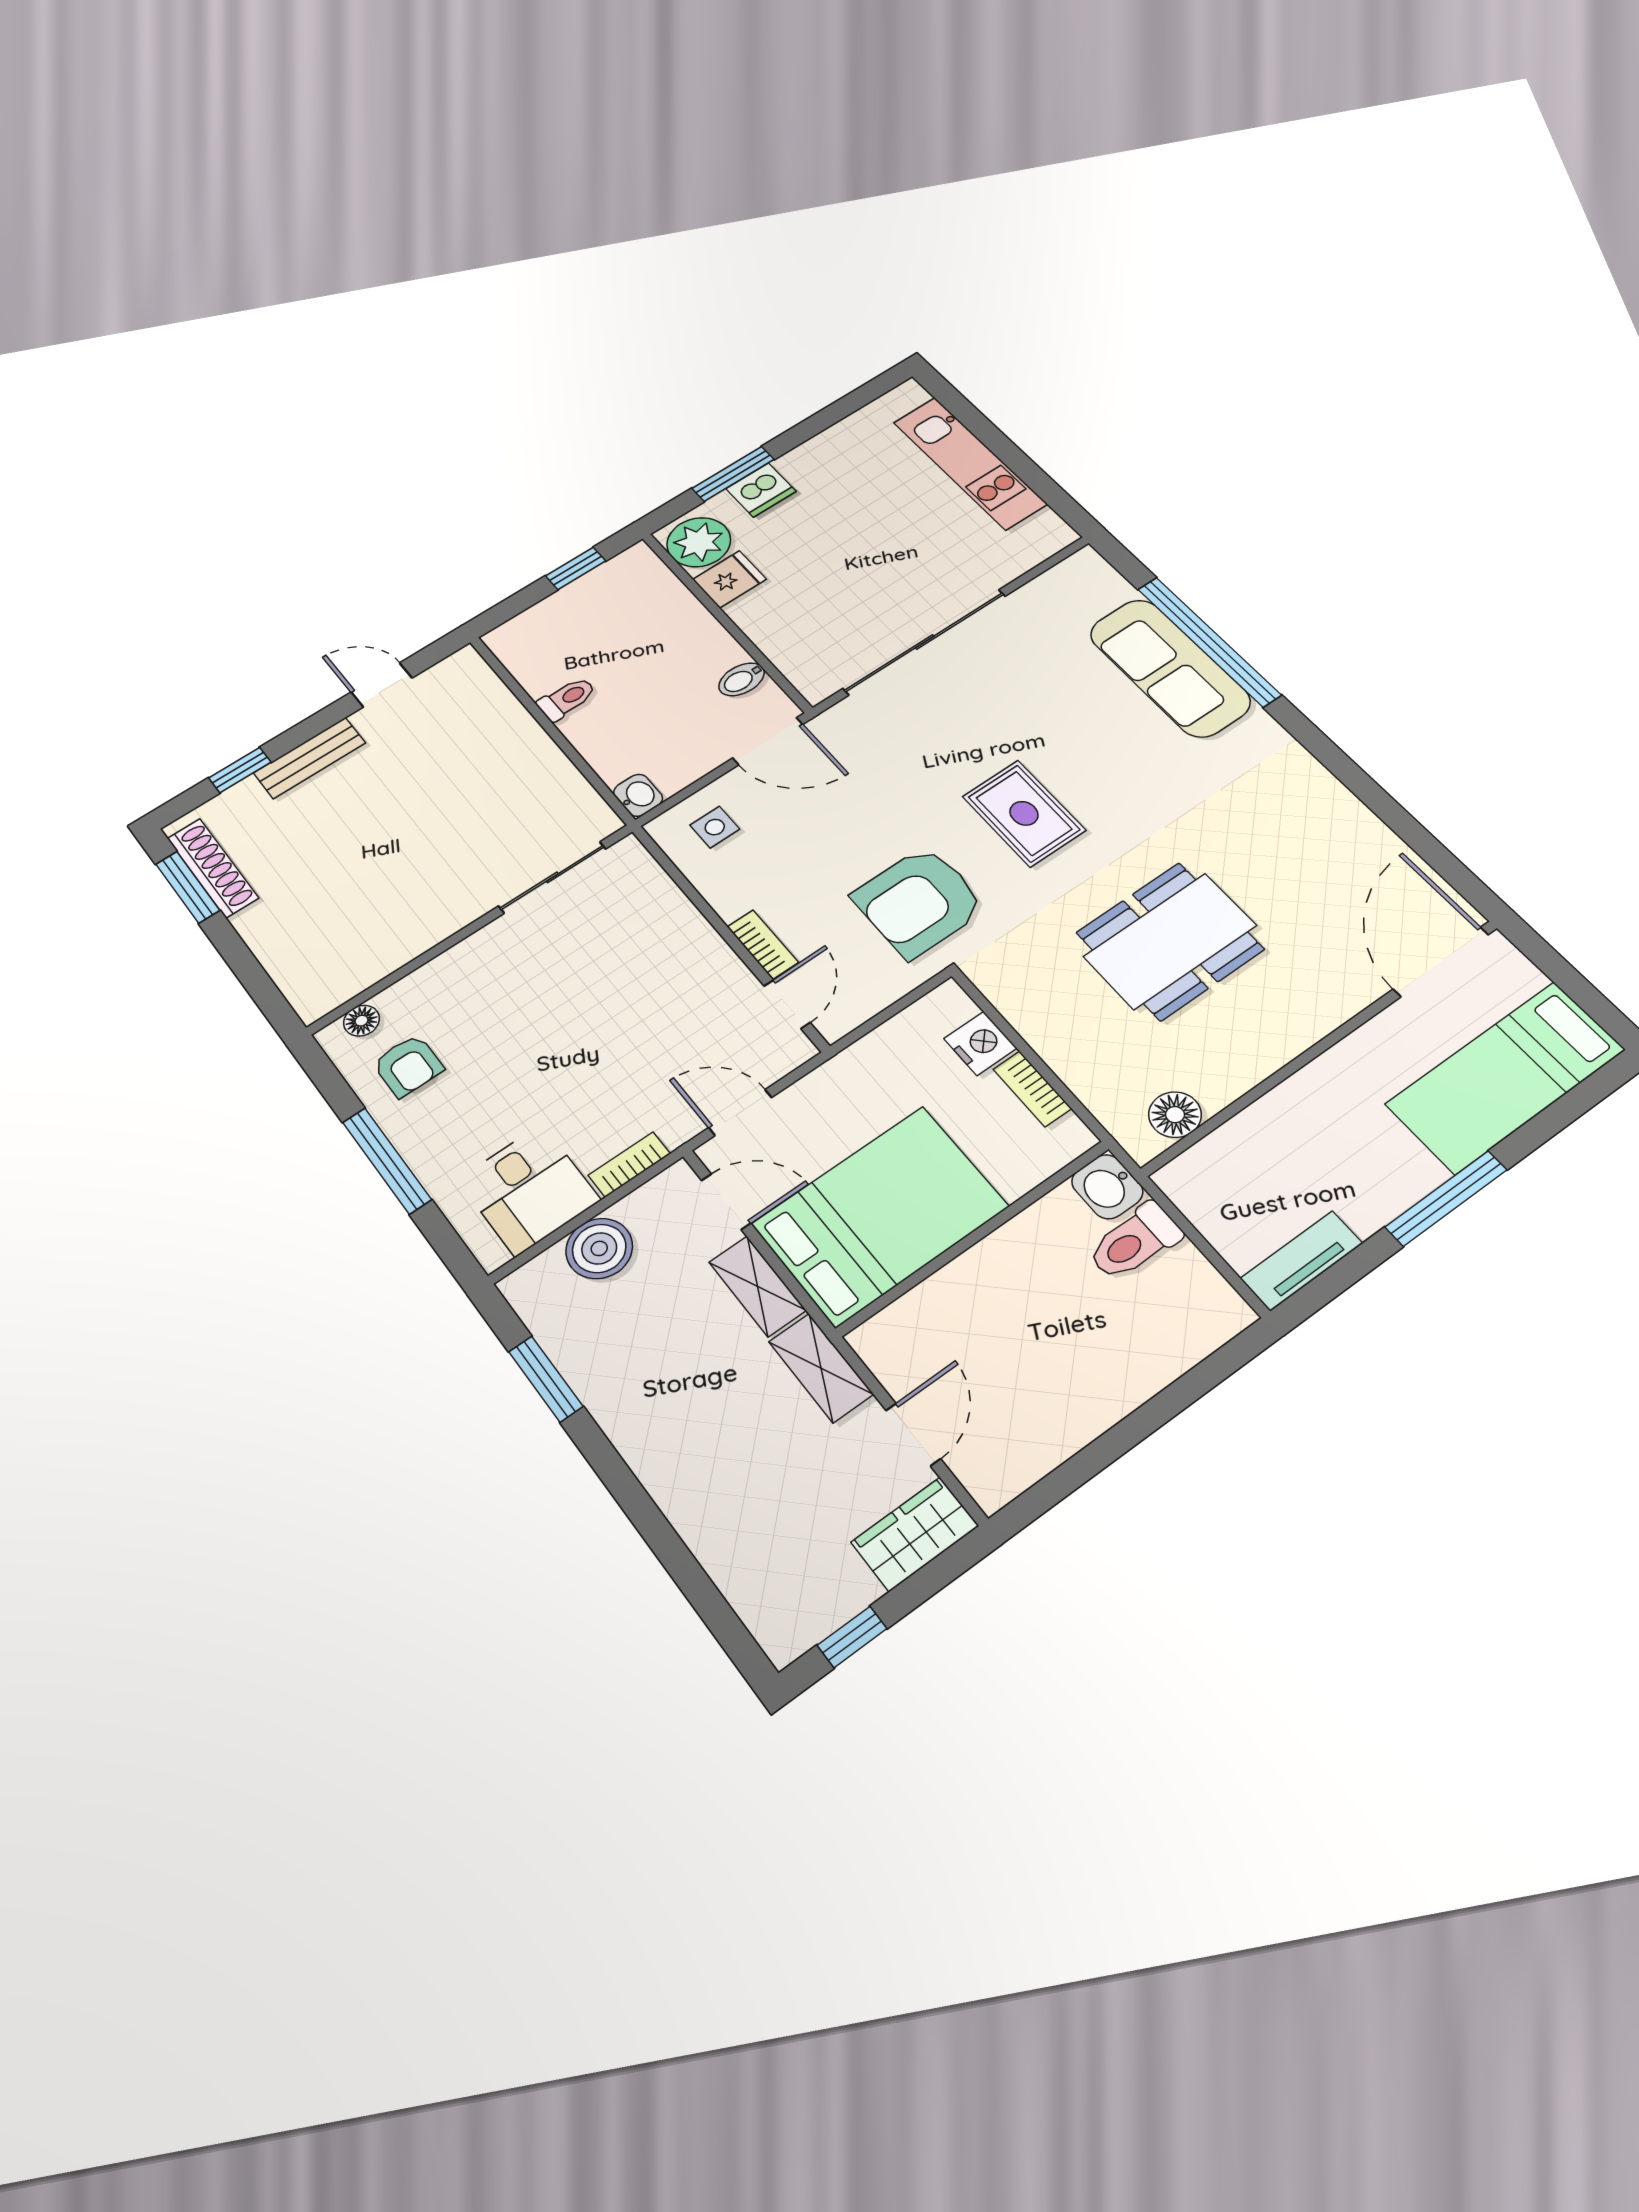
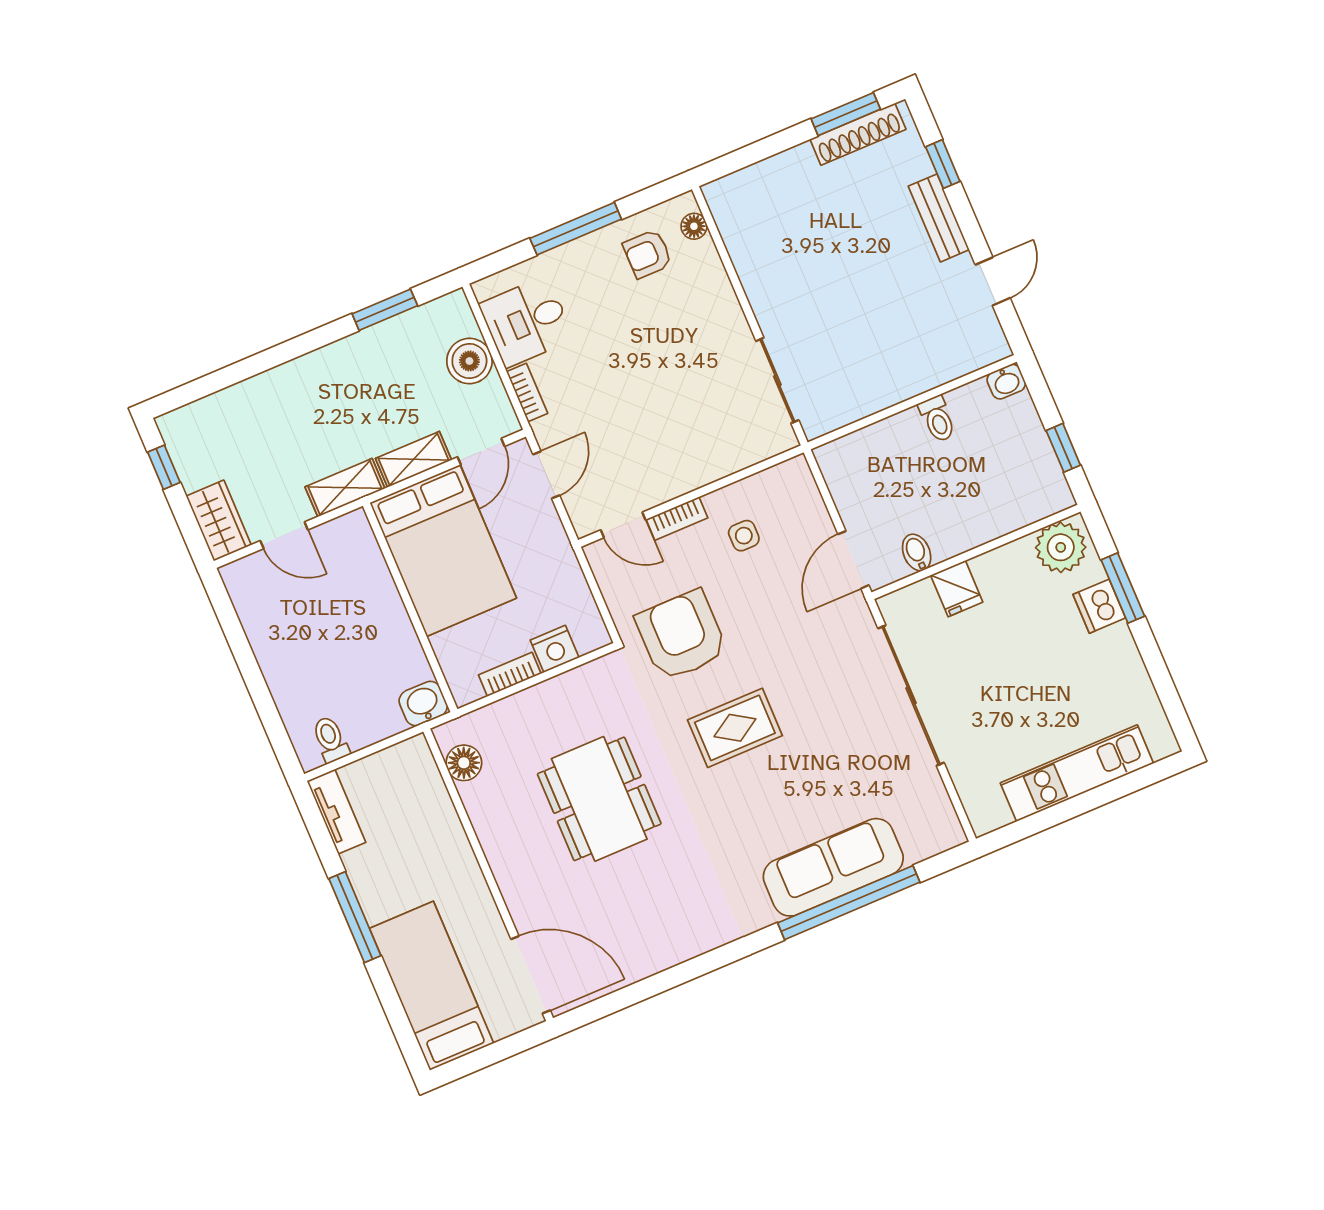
fridge: (729, 579) -> (957, 589), moved
washbasin: (638, 795) -> (1006, 382), moved
side table: (715, 827) -> (744, 536), moved
toilet: (1134, 1242) -> (330, 739), moved, width x0.73, depth x0.72

